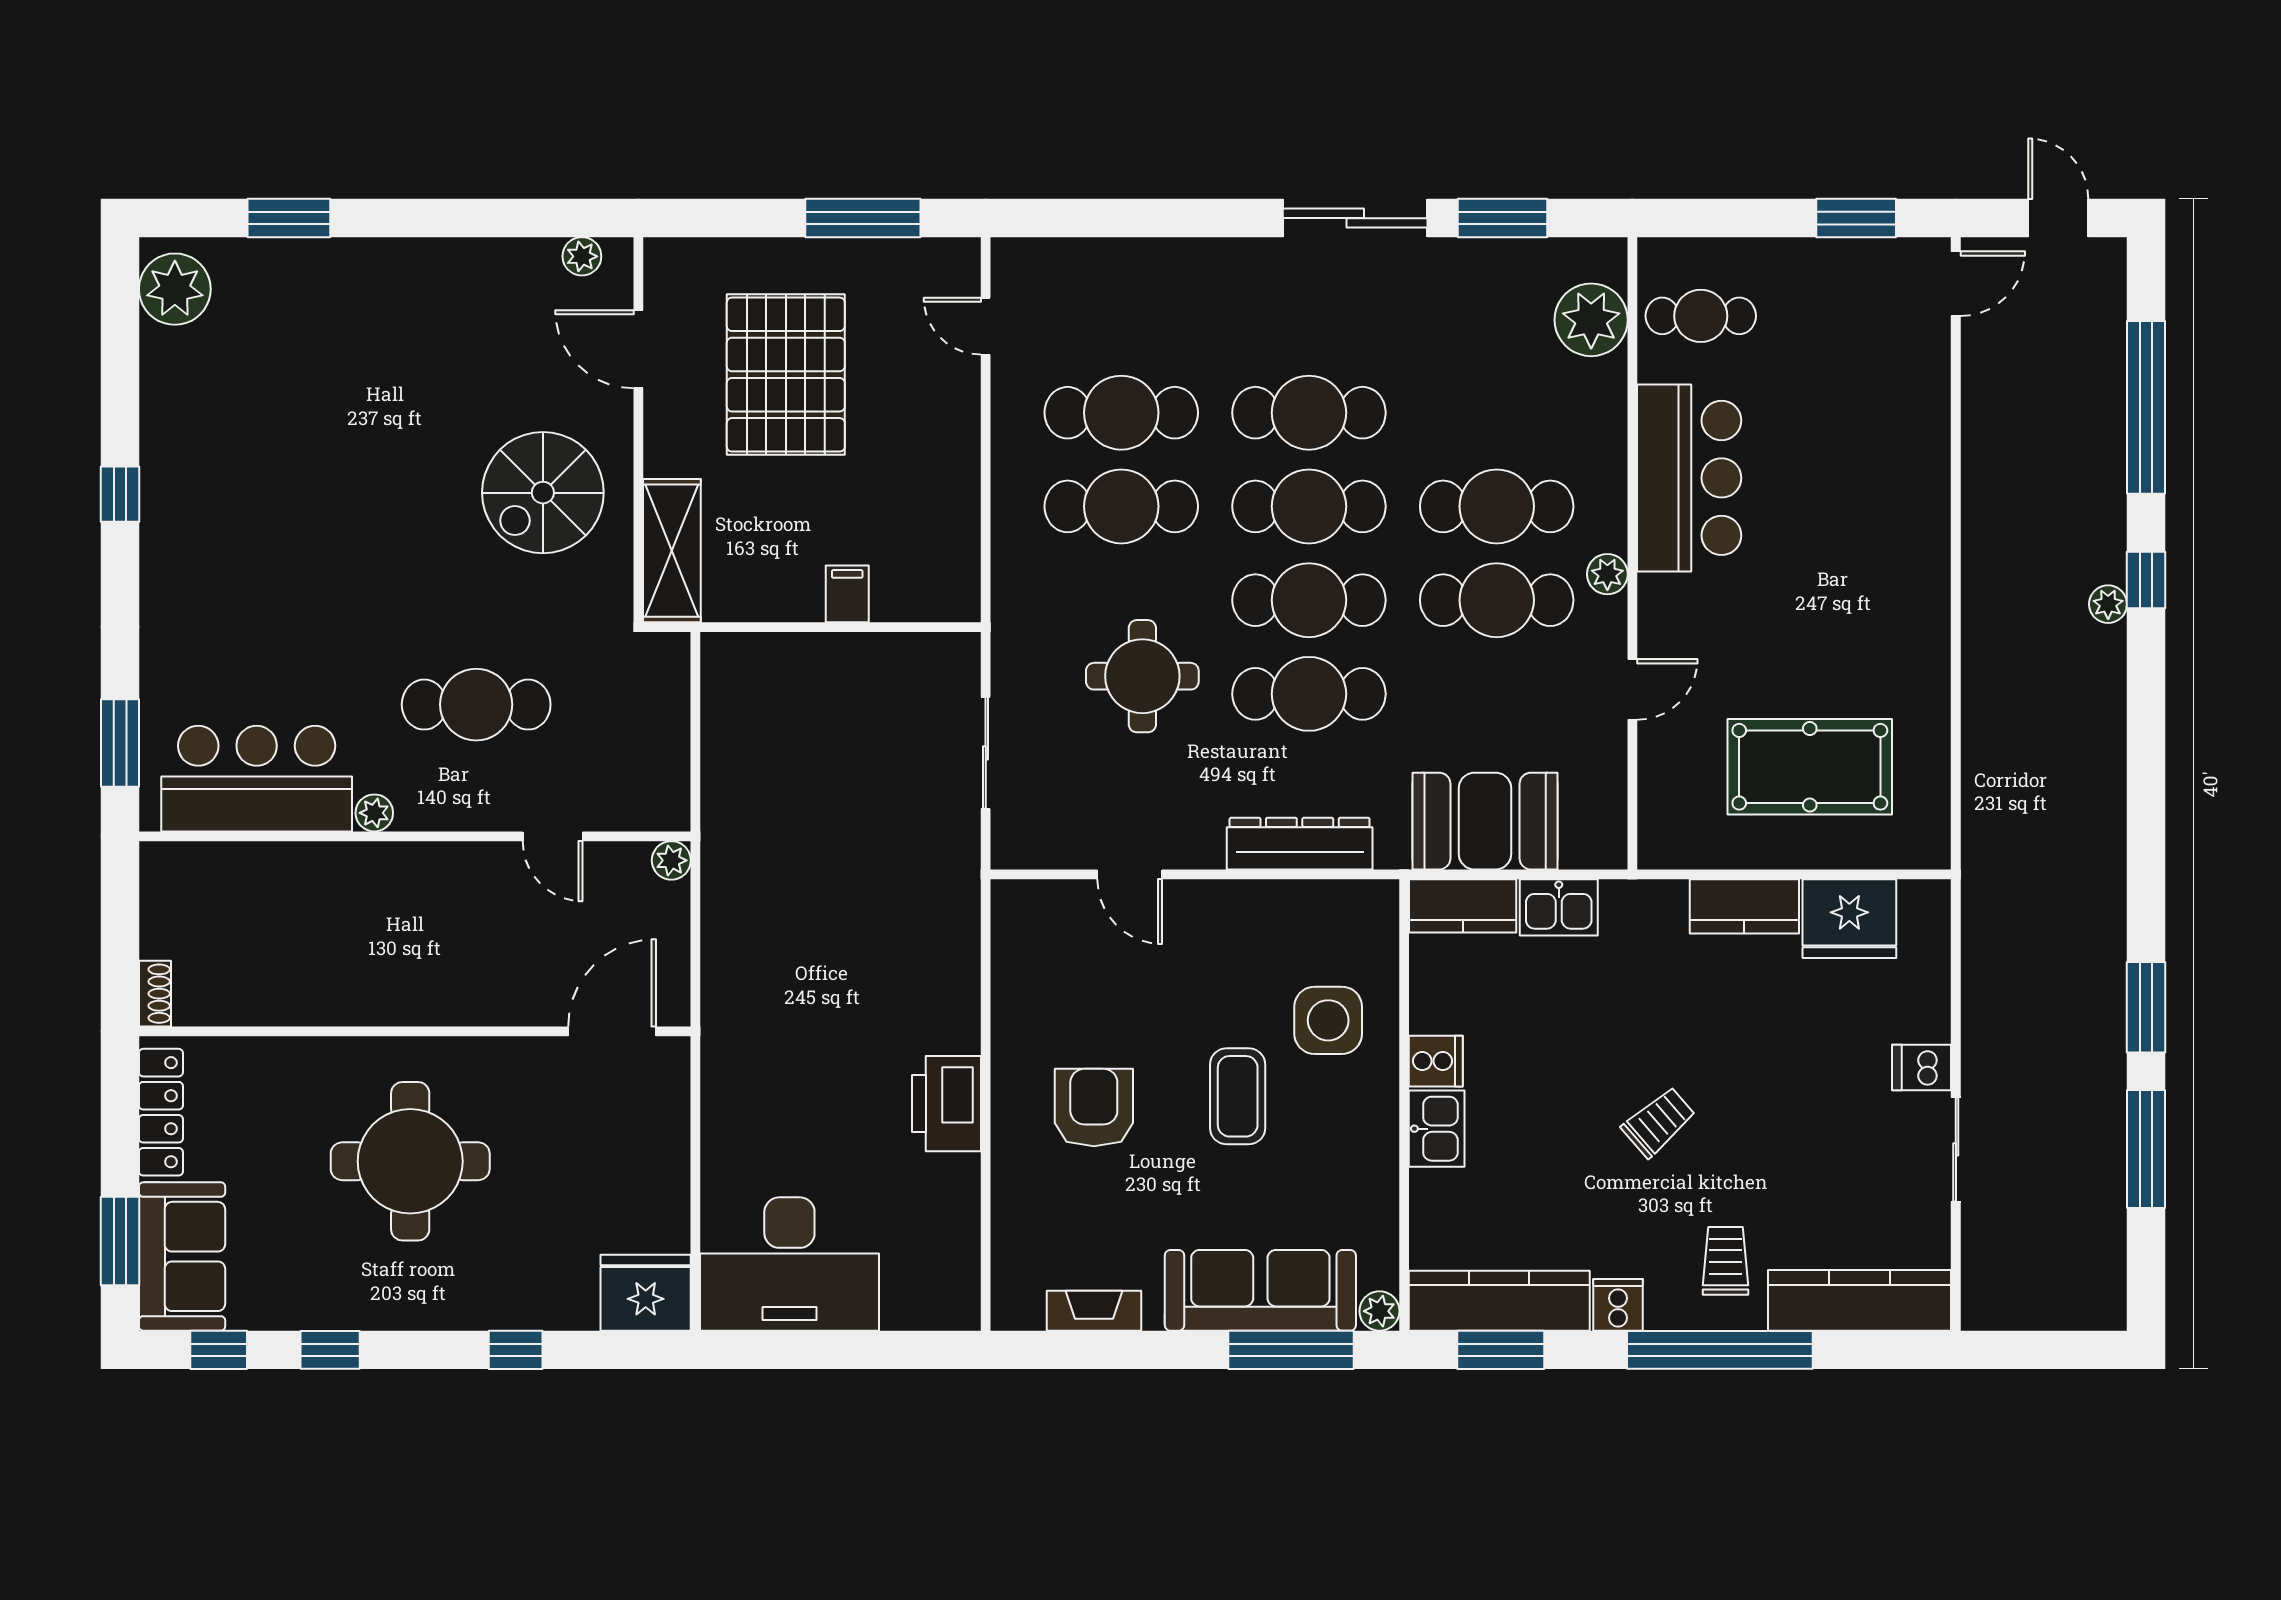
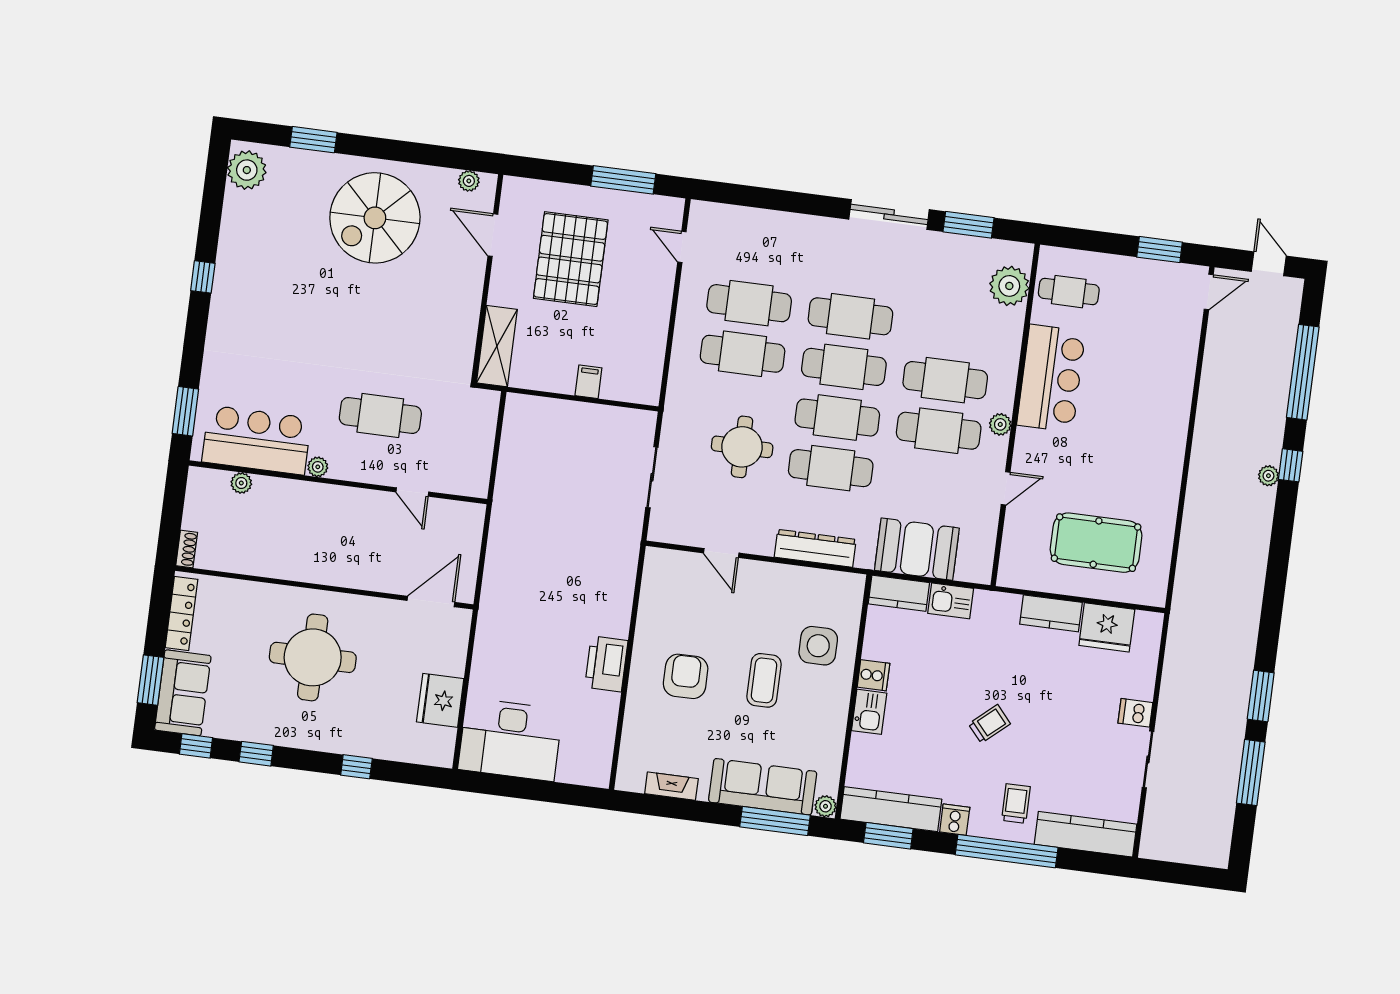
spiral stairs: (543, 493) -> (375, 218), moved, width x1.37, depth x1.37
plant: (671, 860) -> (241, 483), moved
fridge: (646, 1293) -> (440, 700), moved, turned -90

